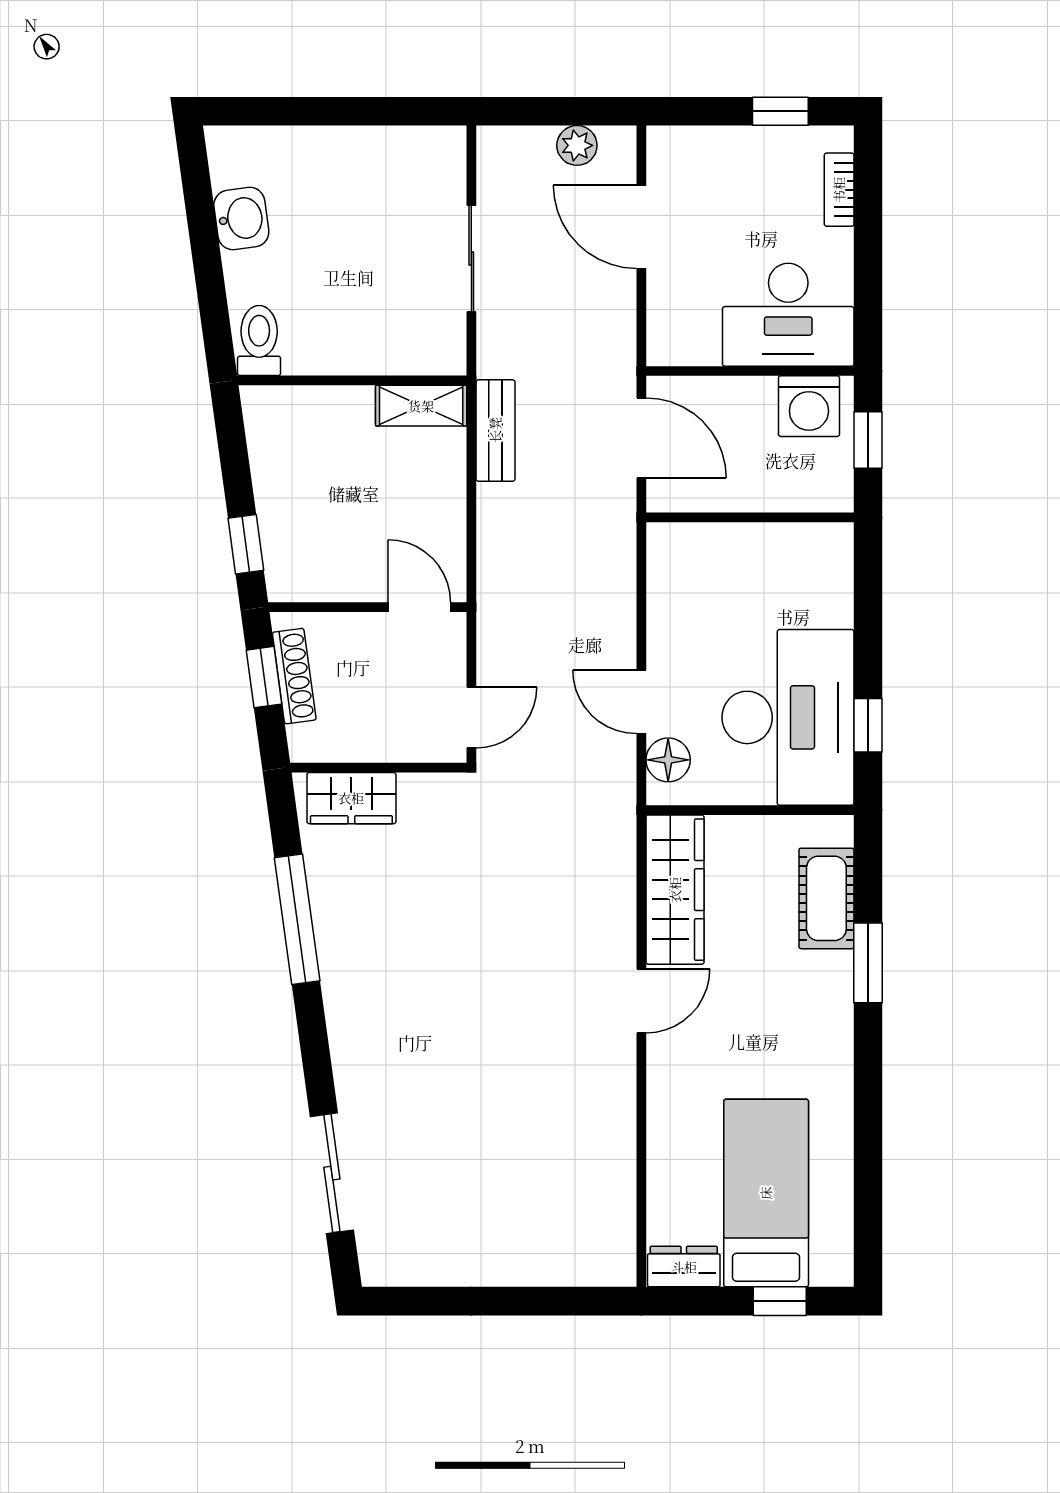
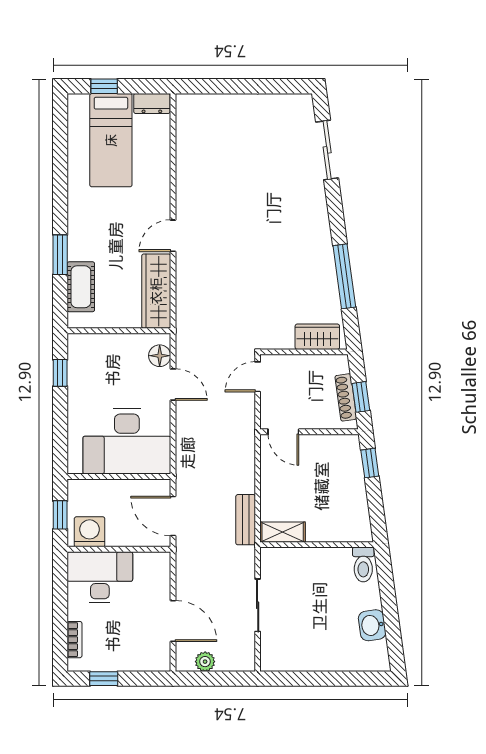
desk: (788, 717) -> (127, 441), moved, turned -90

